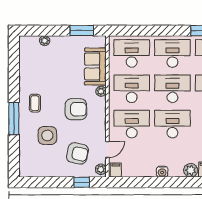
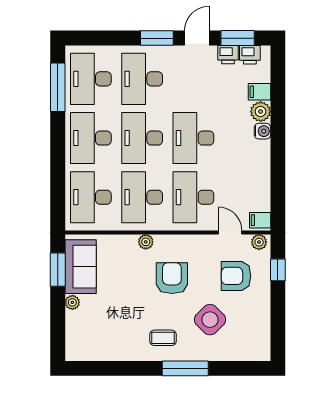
plant: (45, 41) -> (72, 302), moved
sofa: (95, 66) -> (81, 267), moved, turned -90
side table: (47, 135) -> (210, 320), turned 45
armchair: (77, 153) -> (236, 276), turned -102
water cooler: (162, 172) -> (262, 131), moved

